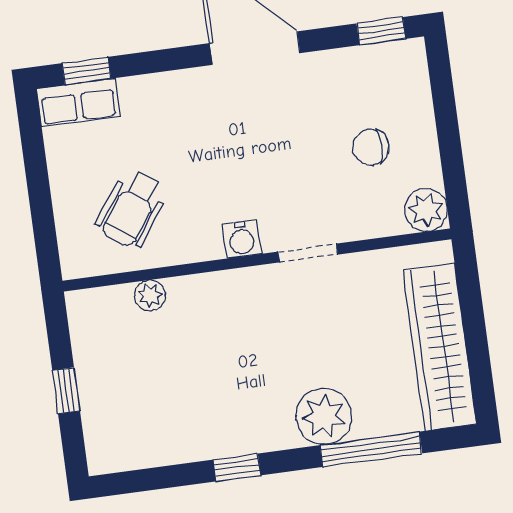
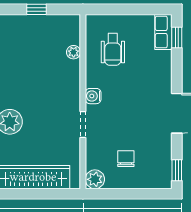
wheelchair: (132, 209) -> (113, 49), turned -125

